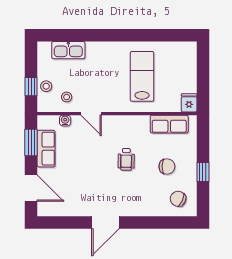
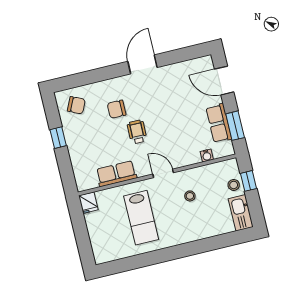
kitchen sink: (68, 50) -> (241, 213), moved, turned -90
stool: (67, 97) -> (190, 196), moved
door: (91, 114) -> (163, 173), moved
row of seats: (169, 124) -> (116, 174), moved
chair: (167, 166) -> (117, 109), moved

